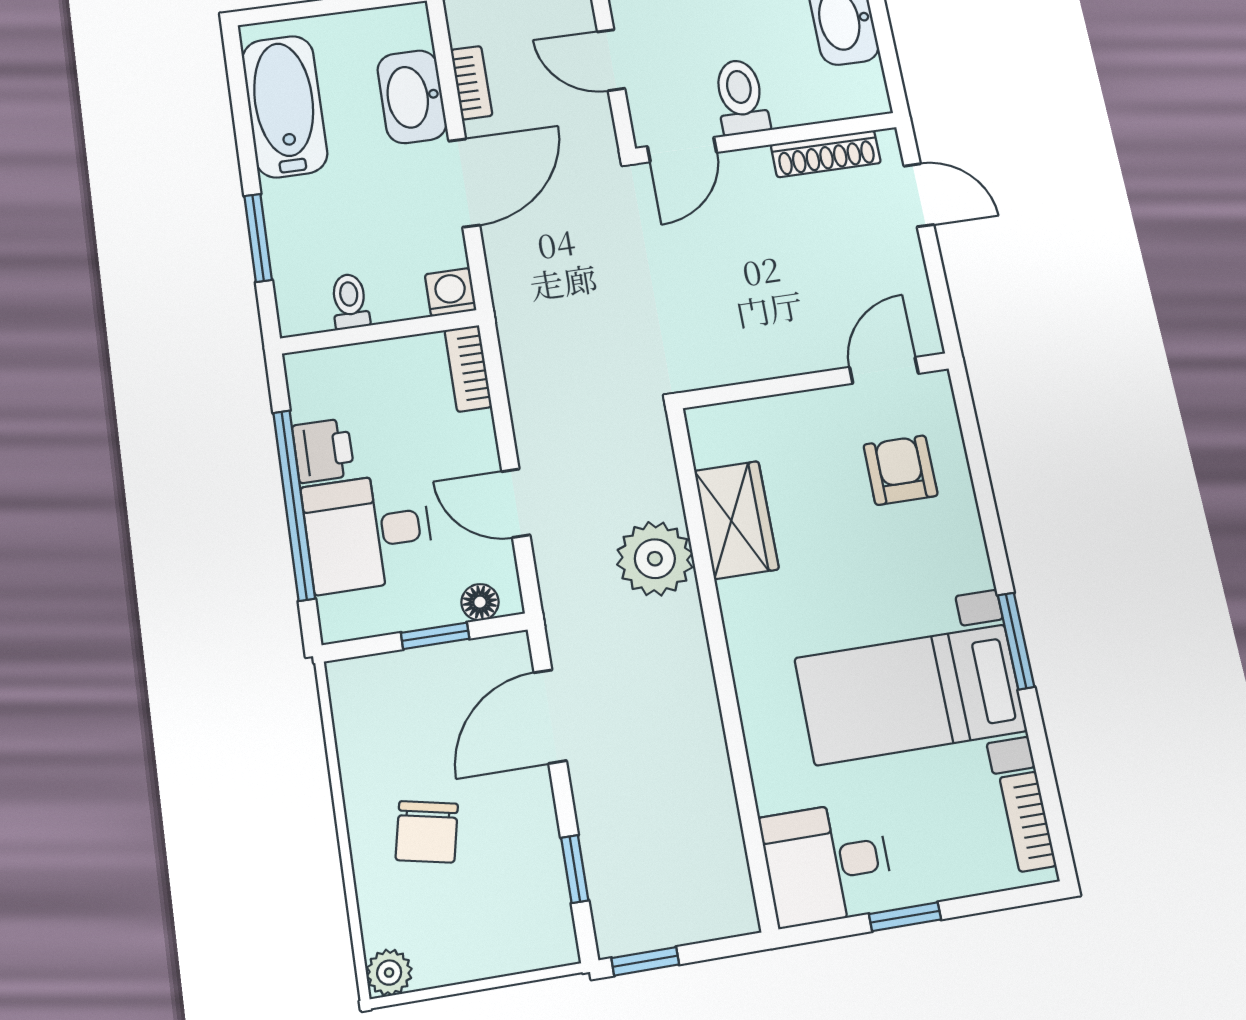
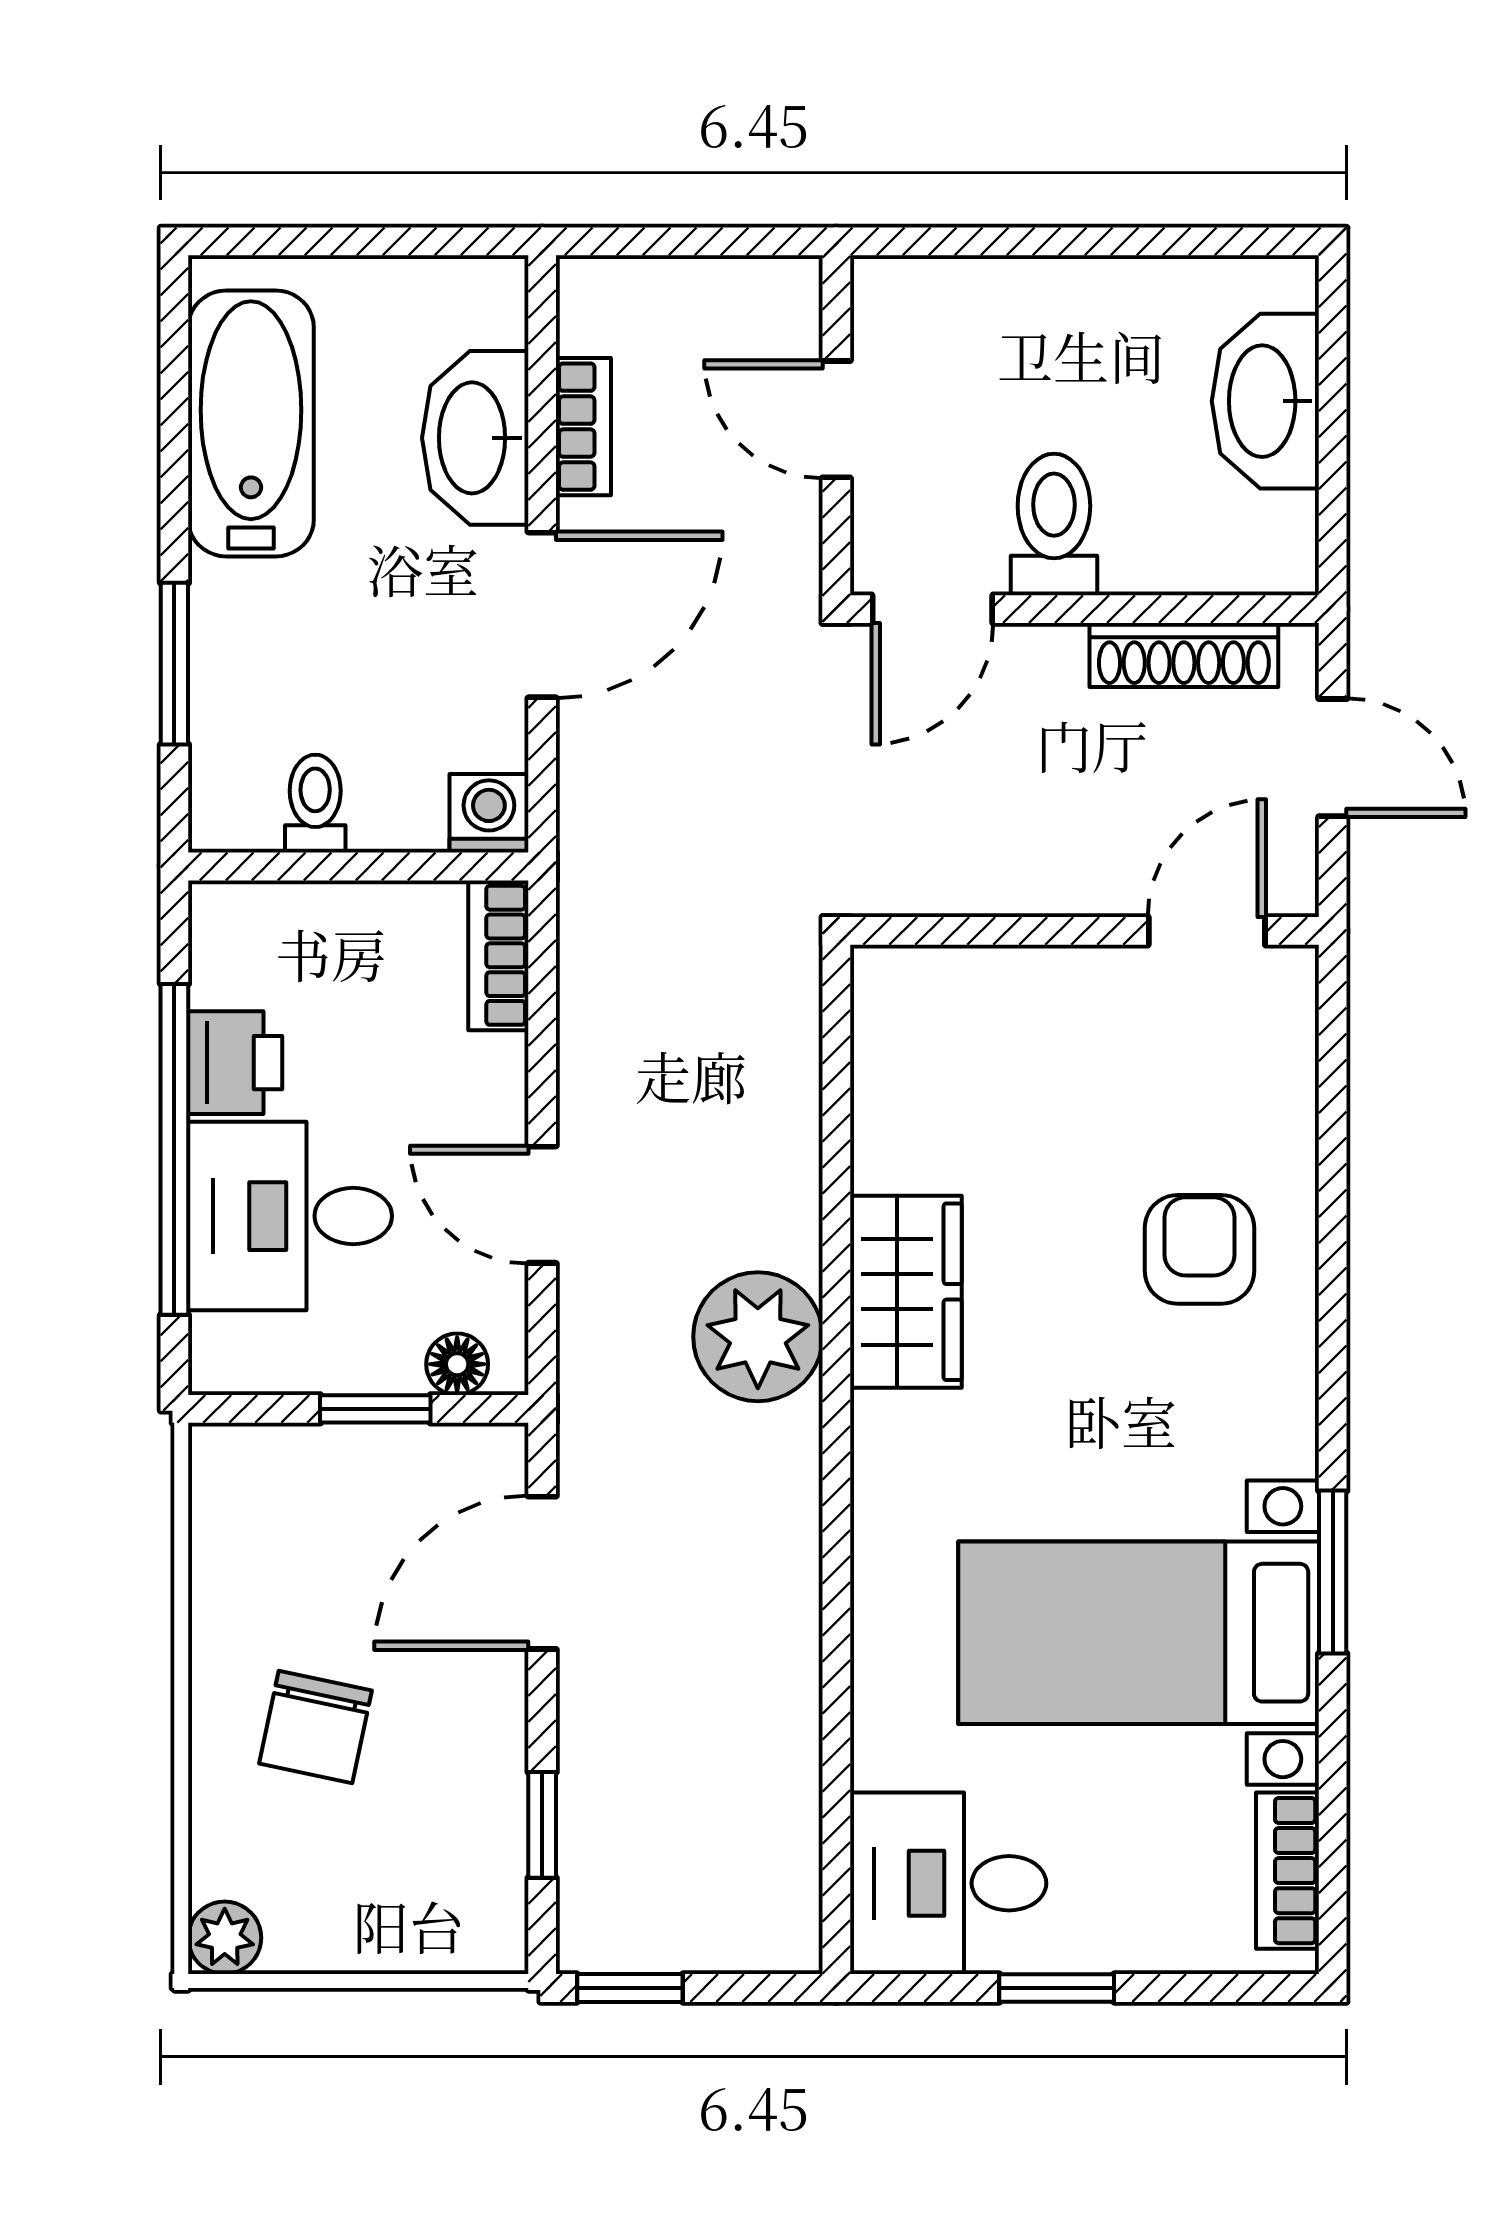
door: (884, 370) -> (1207, 931), moved
wall: (815, 381) -> (1084, 931), moved

